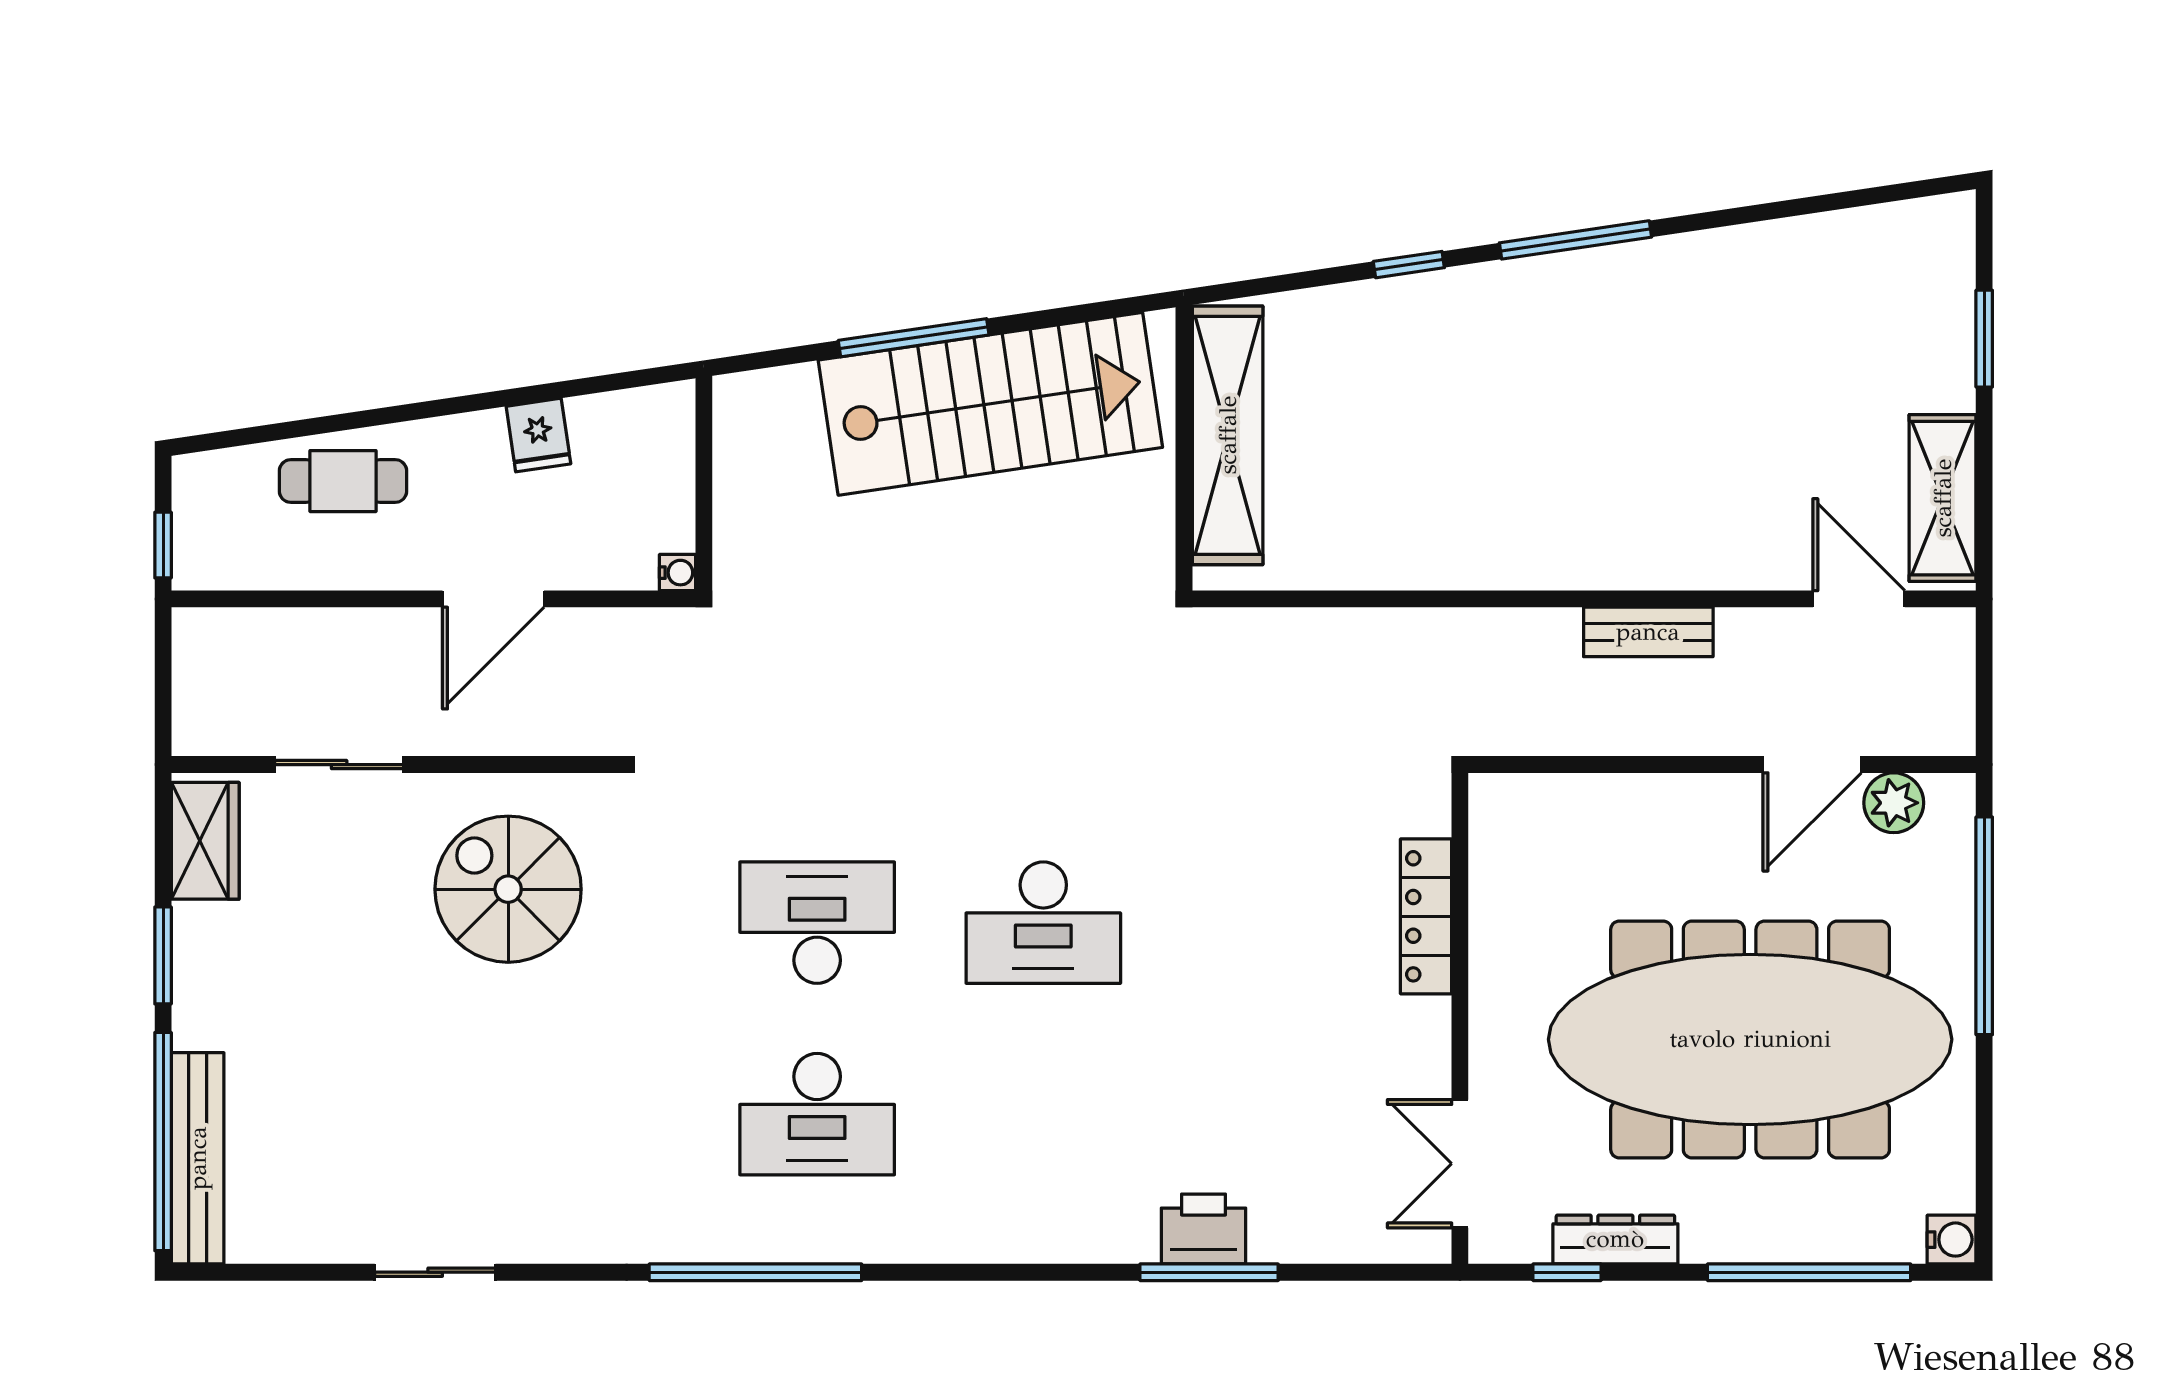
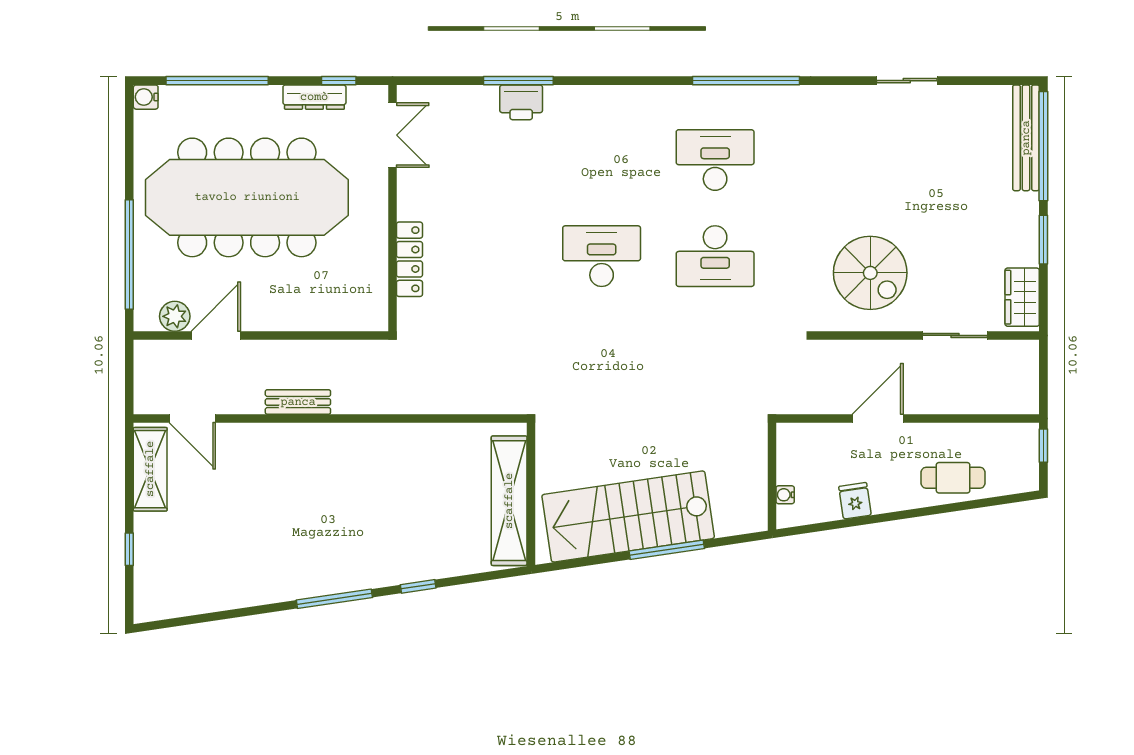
window: (1984, 339) -> (129, 549), width x0.67
water cooler: (678, 573) -> (785, 495), moved

